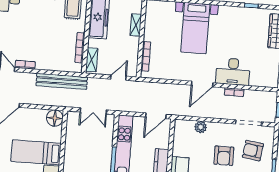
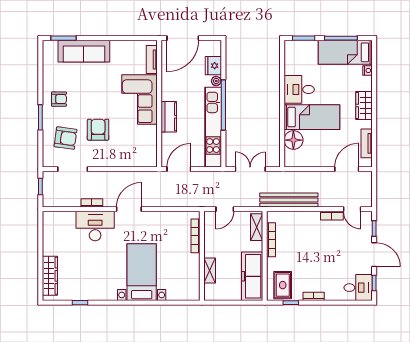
floor lamp: (55, 118) -> (293, 140), moved
plant: (201, 127) -> (127, 160), removed

